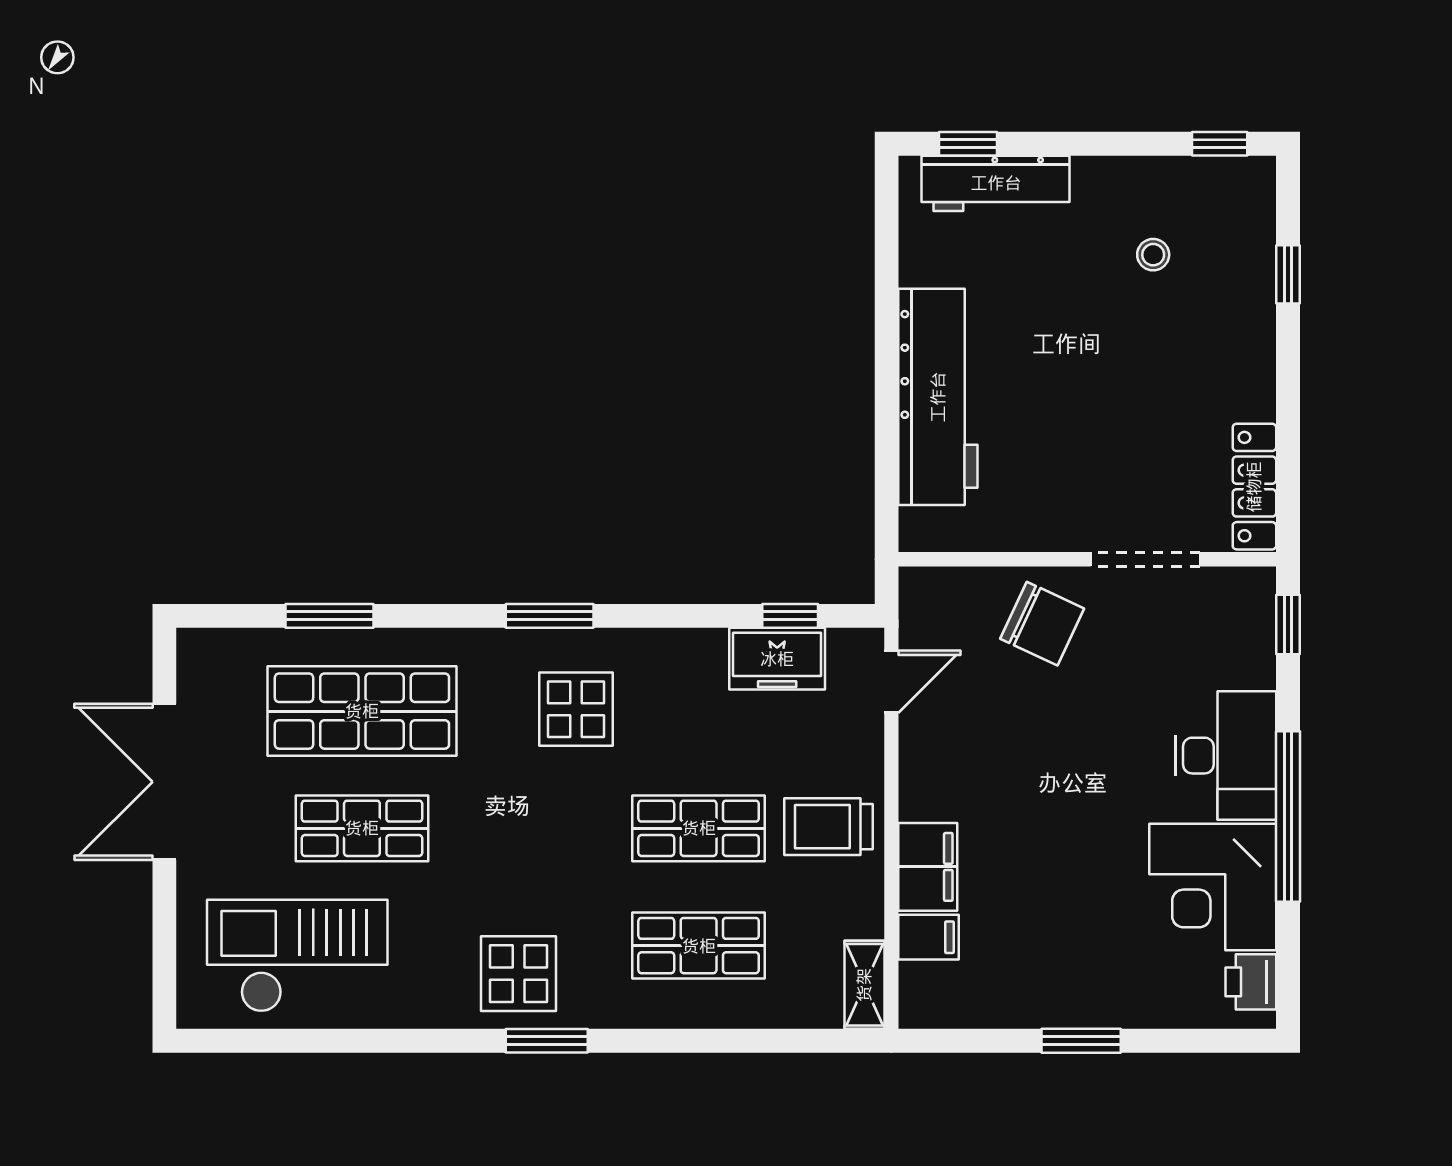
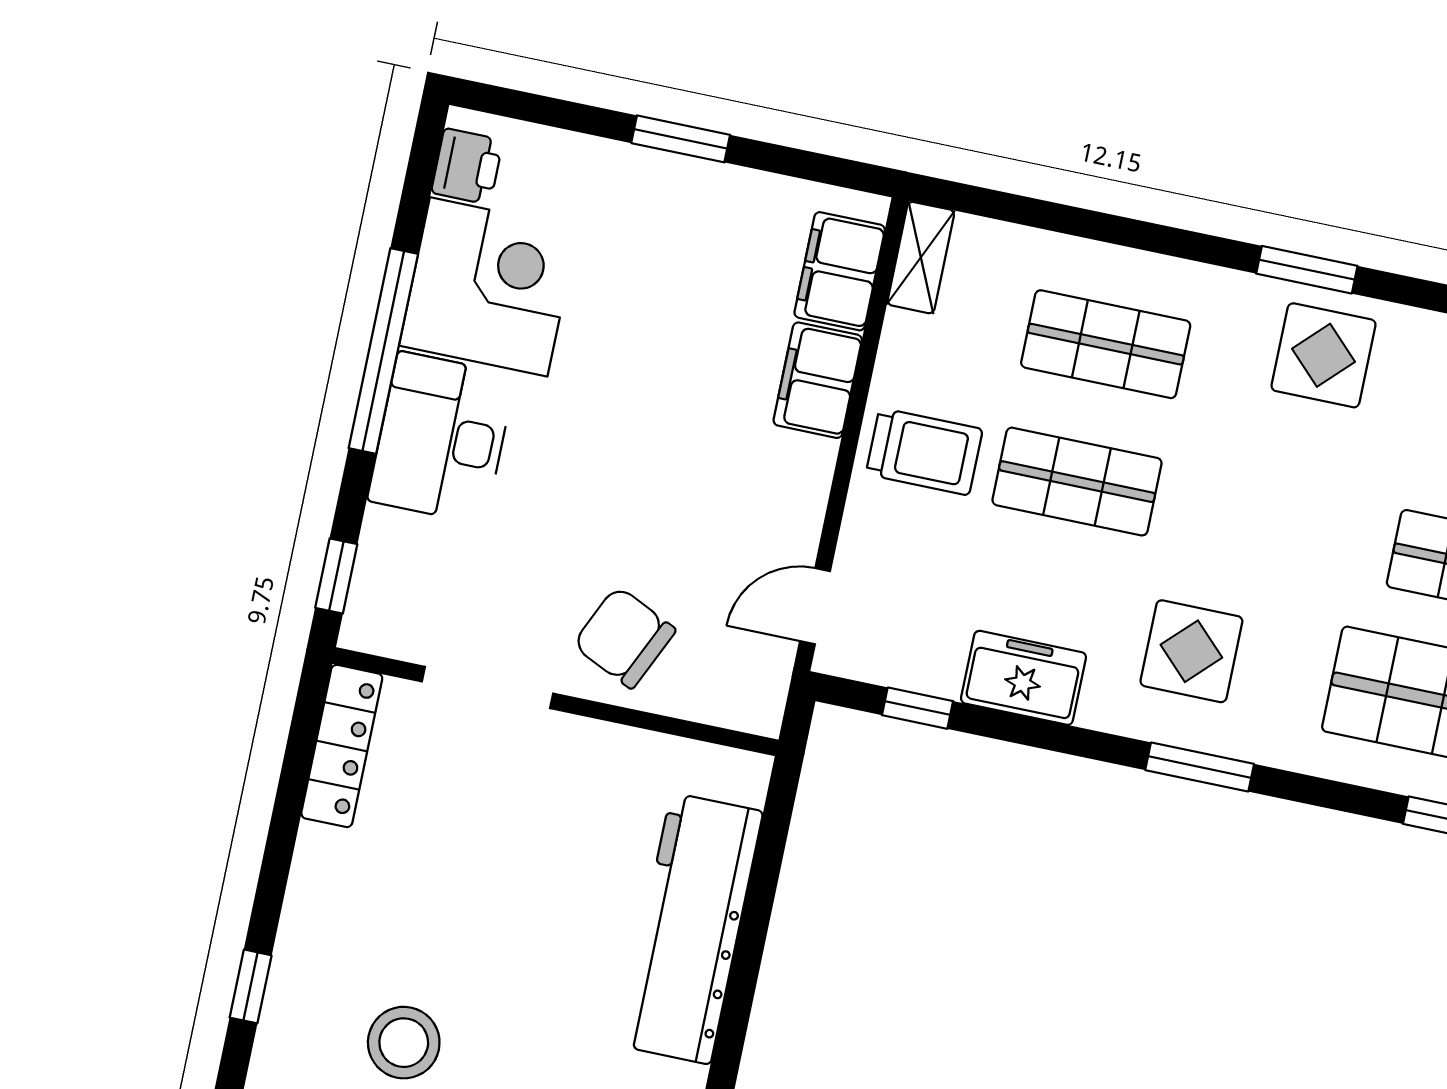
stool: (1153, 255) -> (404, 1043), width x1.89, depth x1.89
freezer: (777, 659) -> (1024, 678), moved
filing cabinet: (929, 937) -> (840, 271), width x2.00

